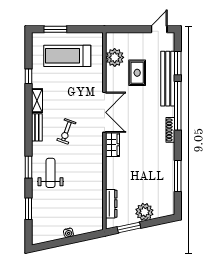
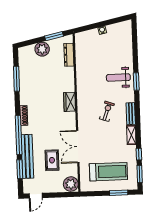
plant: (115, 57) -> (71, 184), moved
double door: (104, 112) -> (78, 147), moved
weight bench: (51, 173) -> (118, 78), turned 90
window: (28, 209) -> (140, 174), moved

